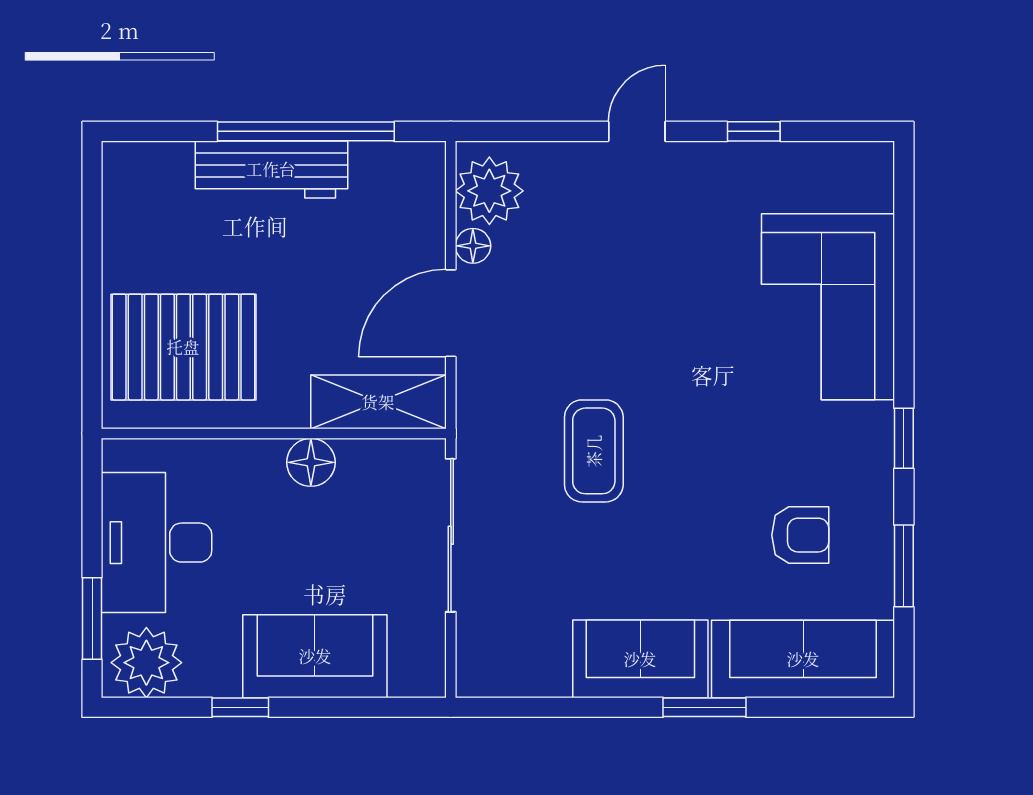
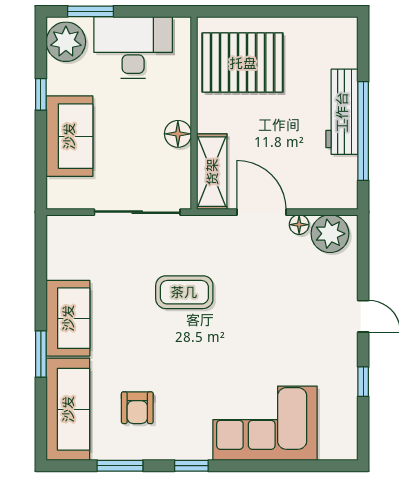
pallet: (183, 347) -> (243, 63), turned 90

